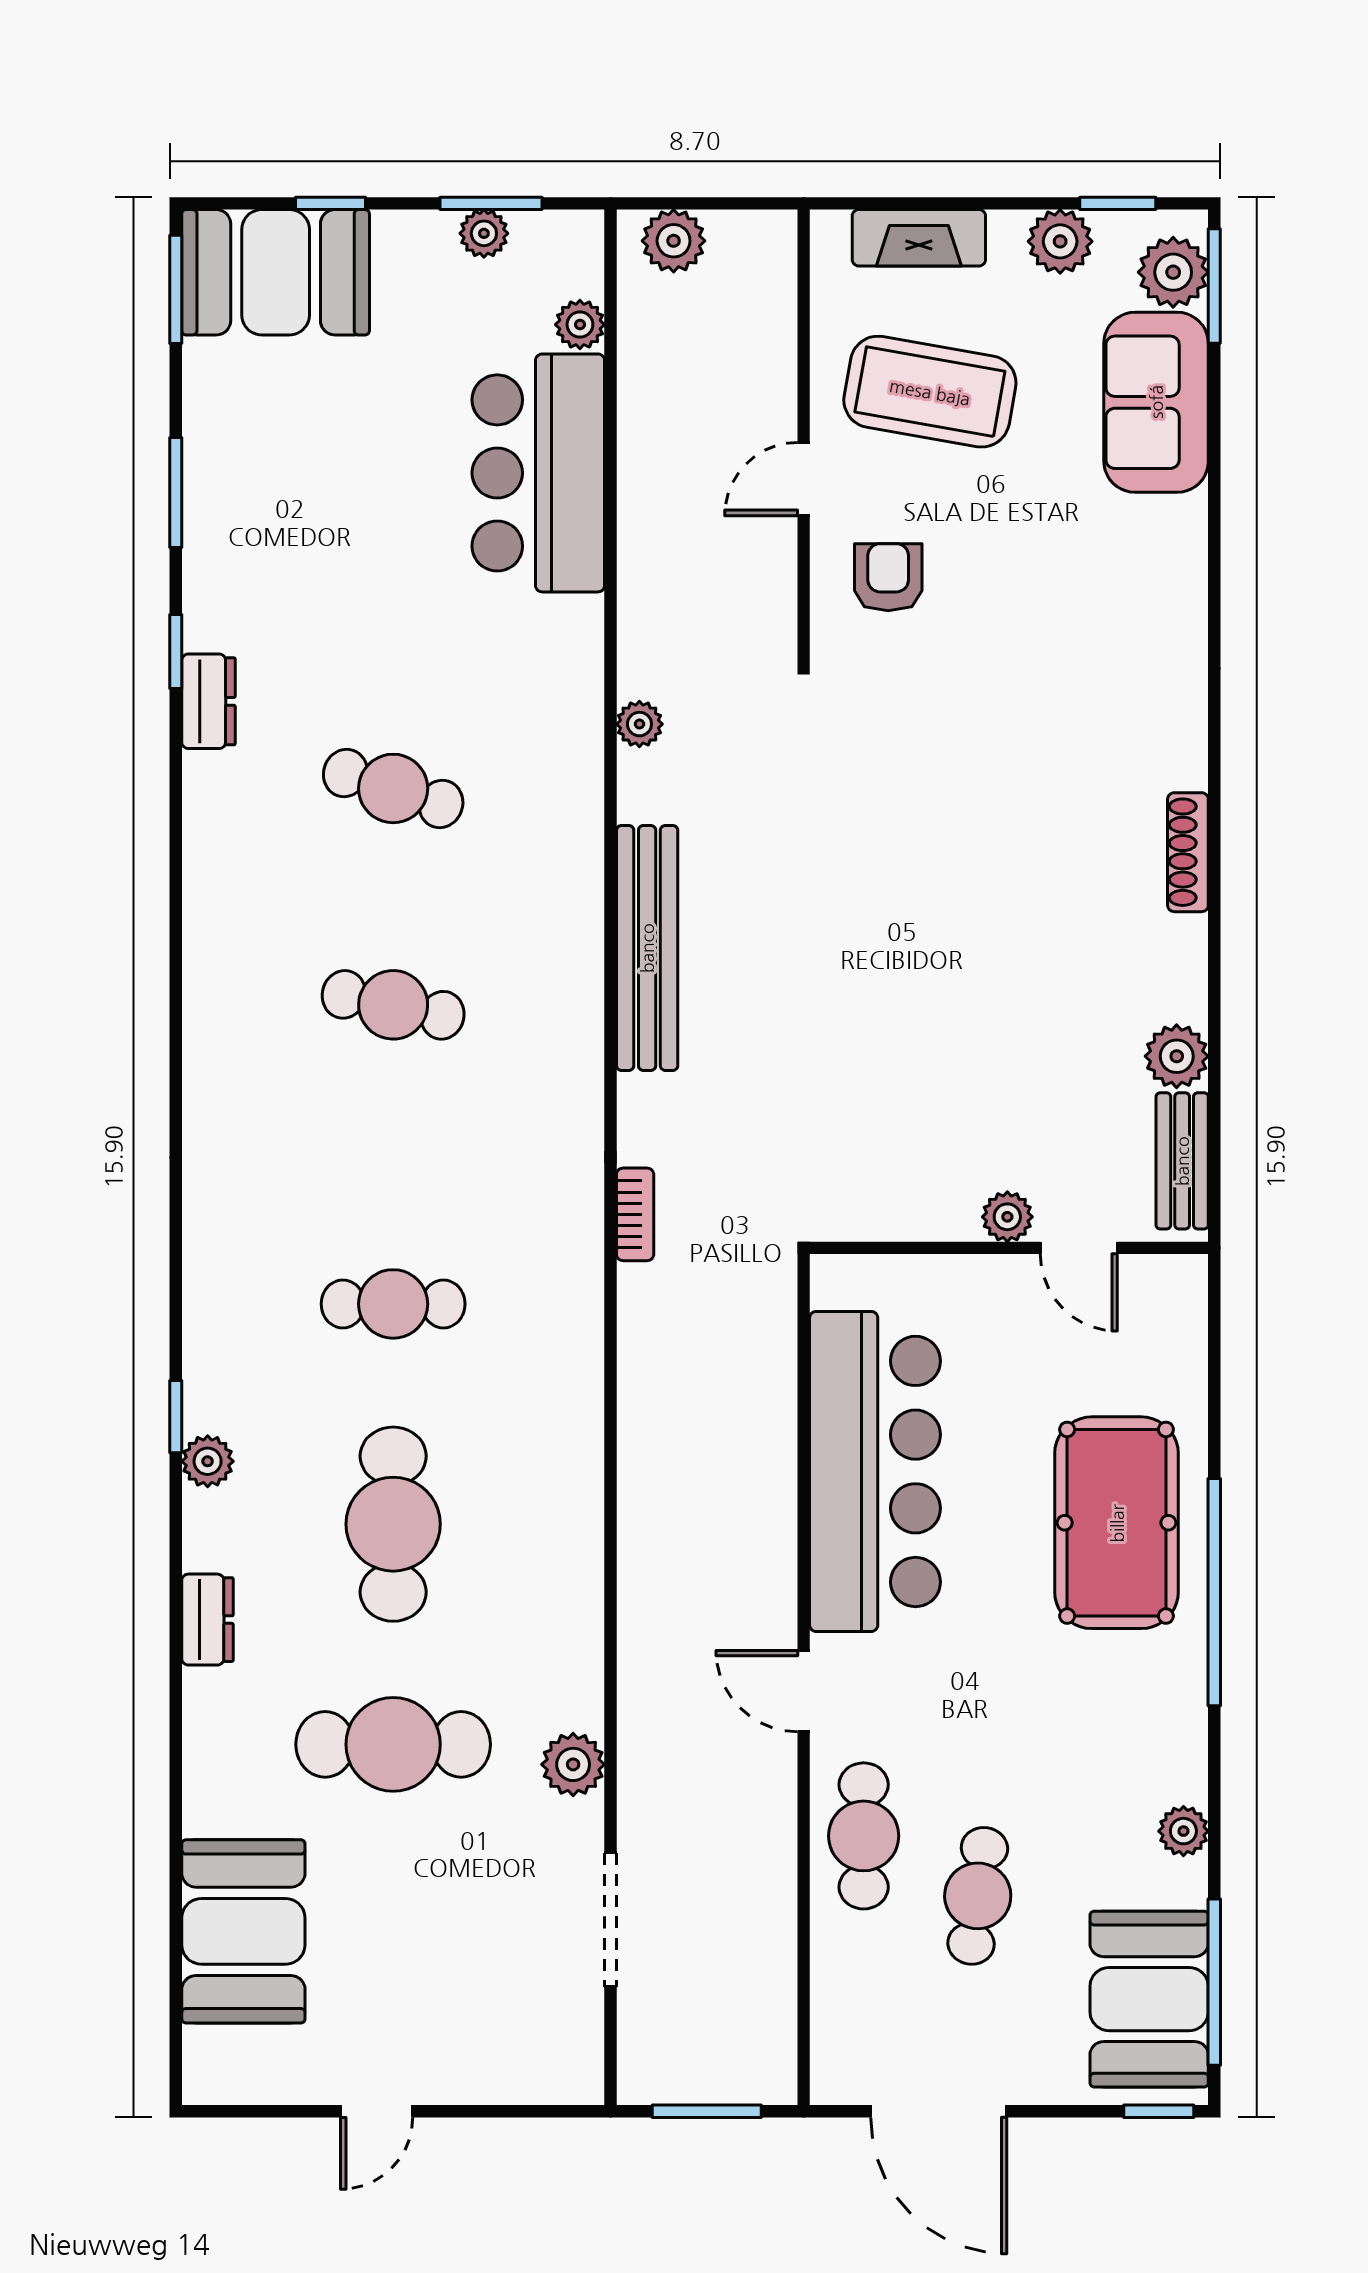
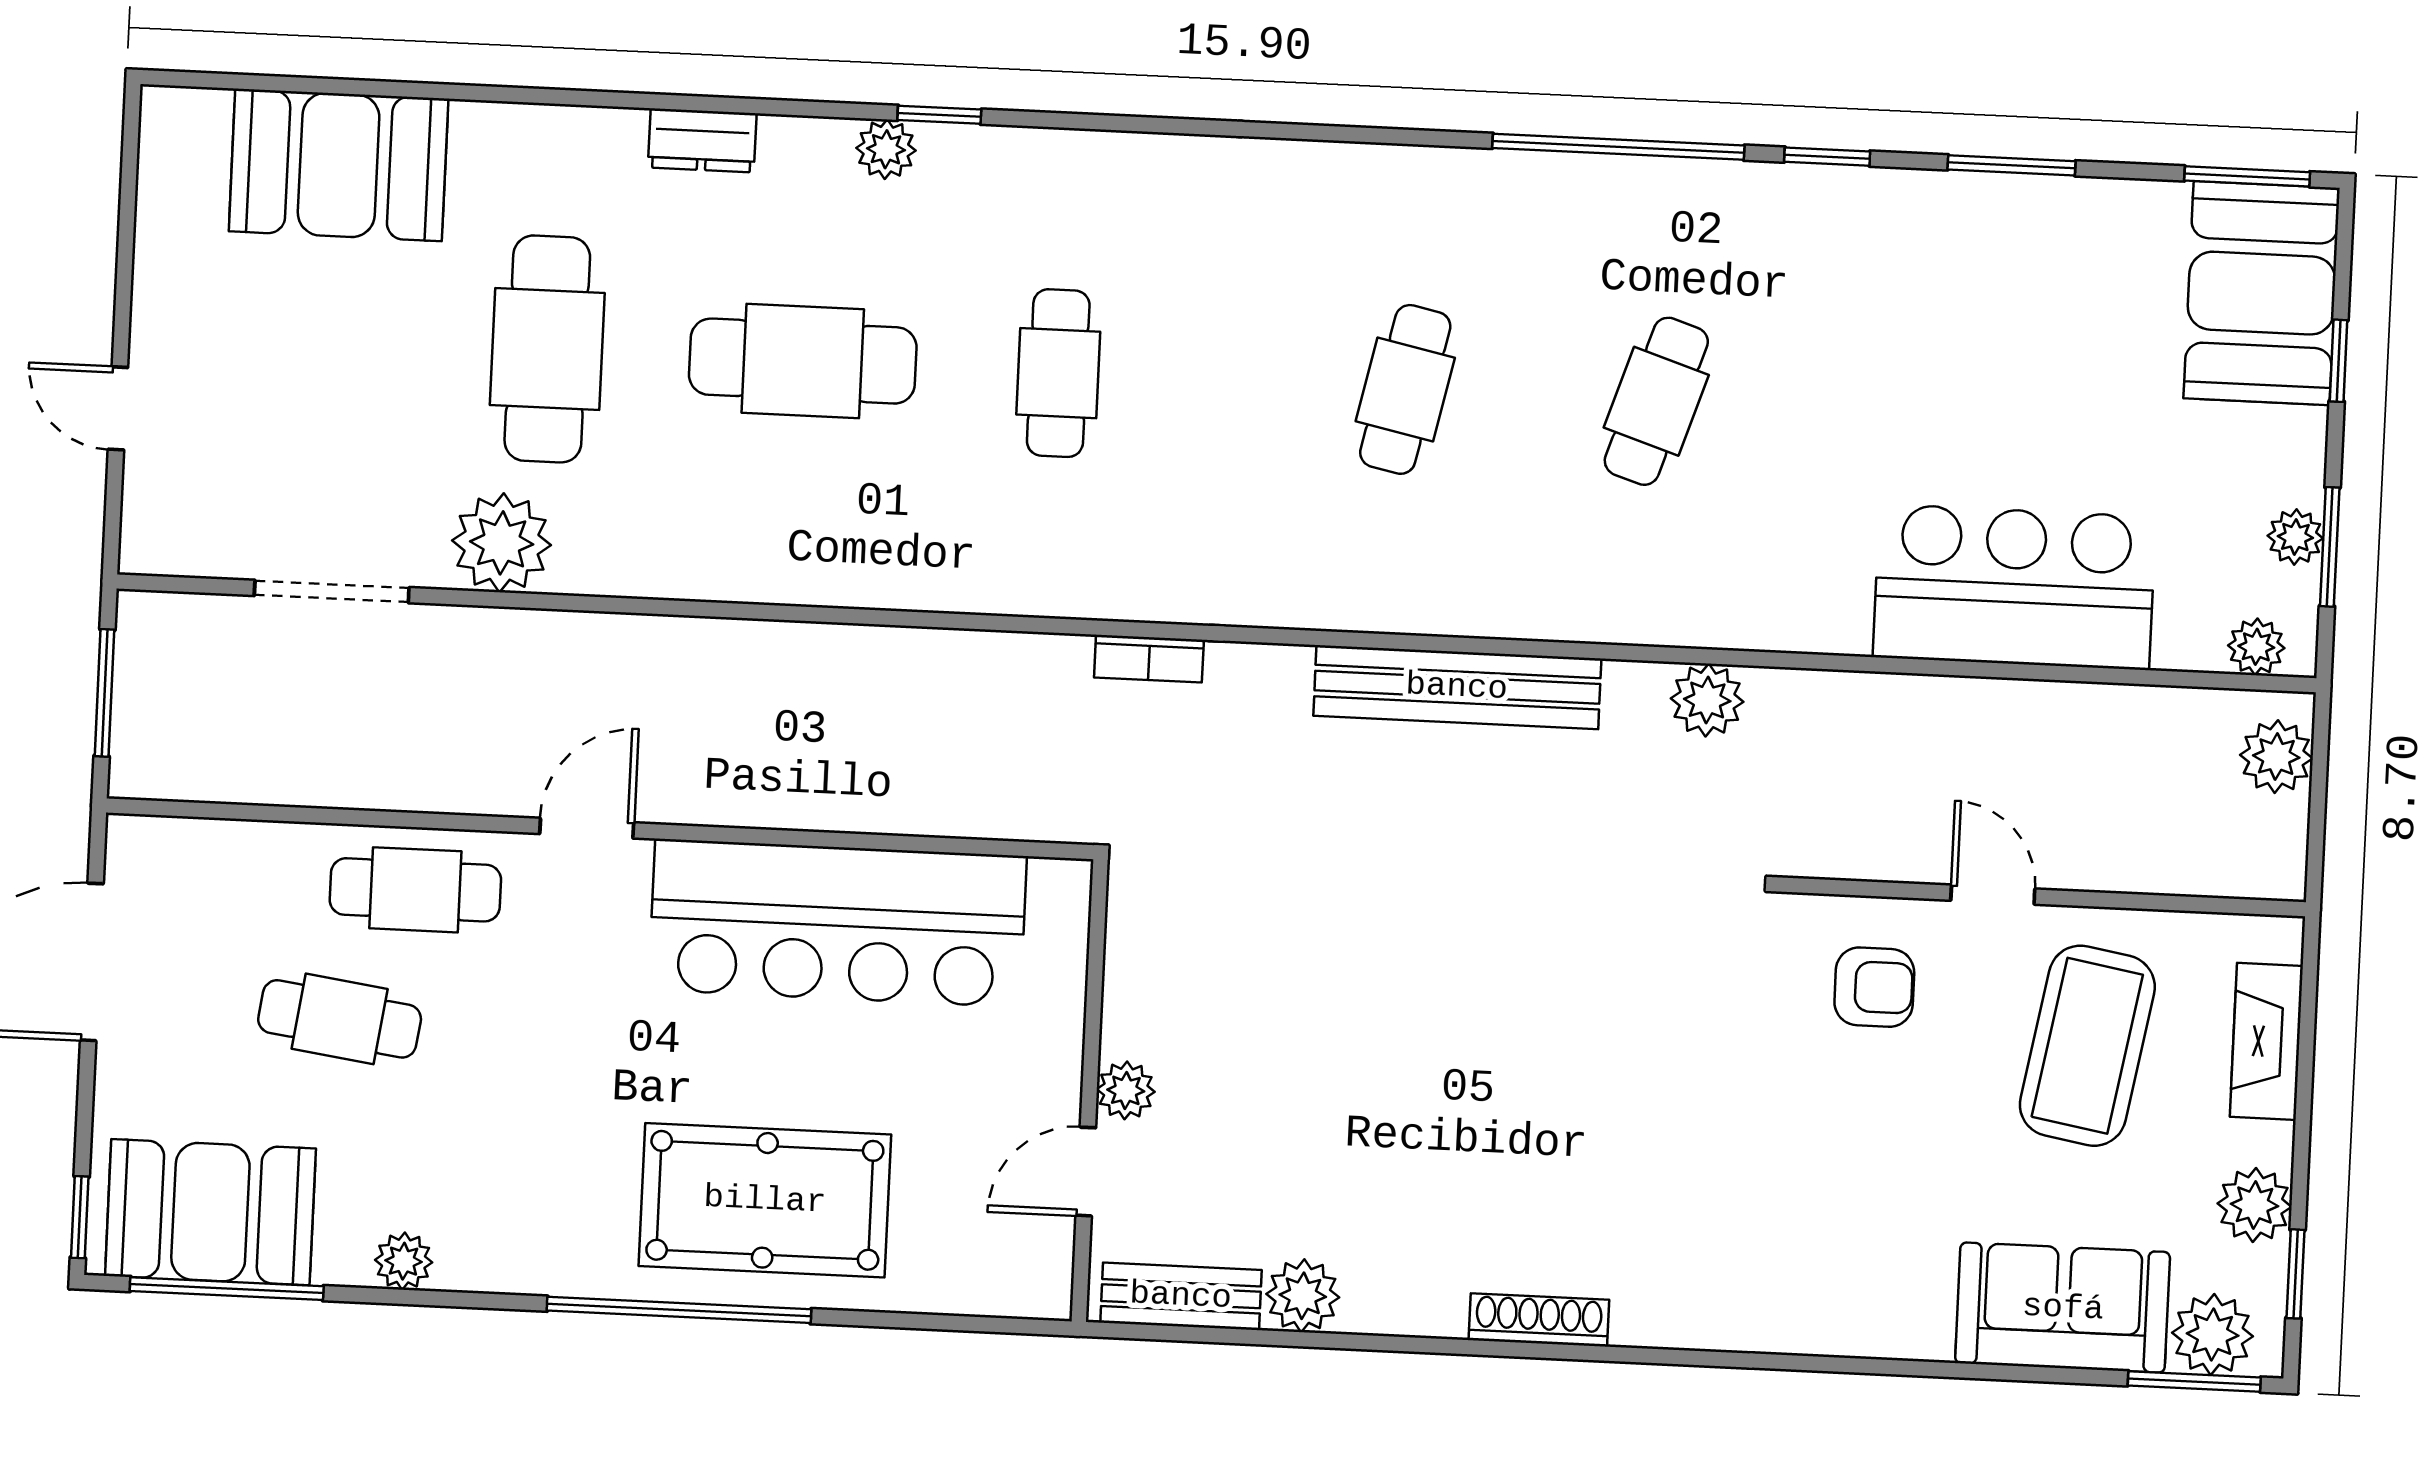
plant: (580, 325) -> (2256, 647), moved
dresser: (208, 701) -> (1767, 192), removed
plant: (639, 724) -> (1707, 700), width x1.38, depth x1.38
window: (176, 831) -> (1618, 147), added
plant: (573, 1764) -> (502, 543), width x1.36, depth x1.36
door: (377, 2111) -> (118, 408), moved

